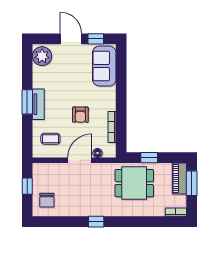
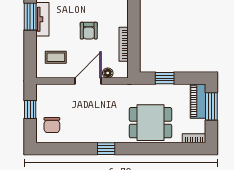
dining table: (134, 183) -> (151, 123), moved

